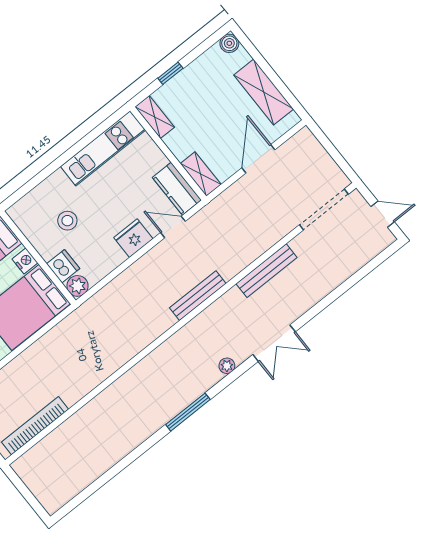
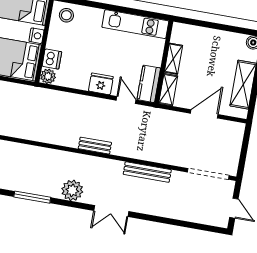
window: (170, 73) -> (209, 25), removed
shelving: (155, 117) -> (173, 59), moved
stool: (67, 221) -> (66, 15), moved
bench: (198, 296) -> (95, 146), width x0.73
plant: (227, 366) -> (72, 190), width x1.88, depth x1.88

